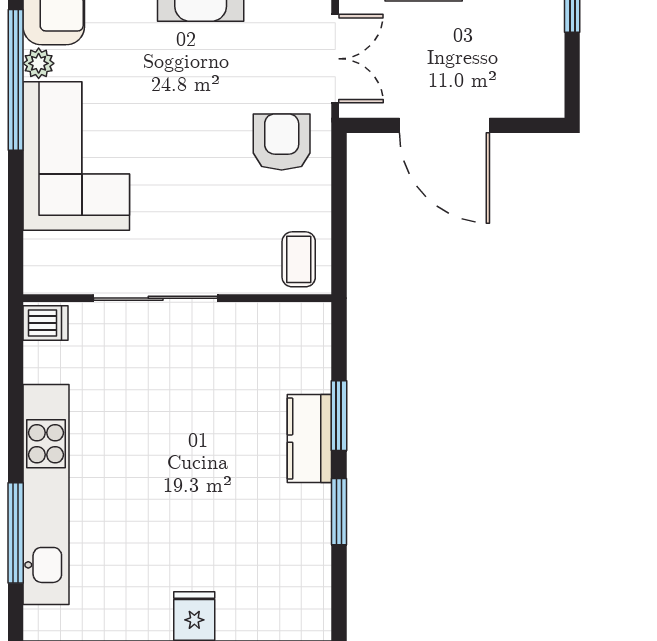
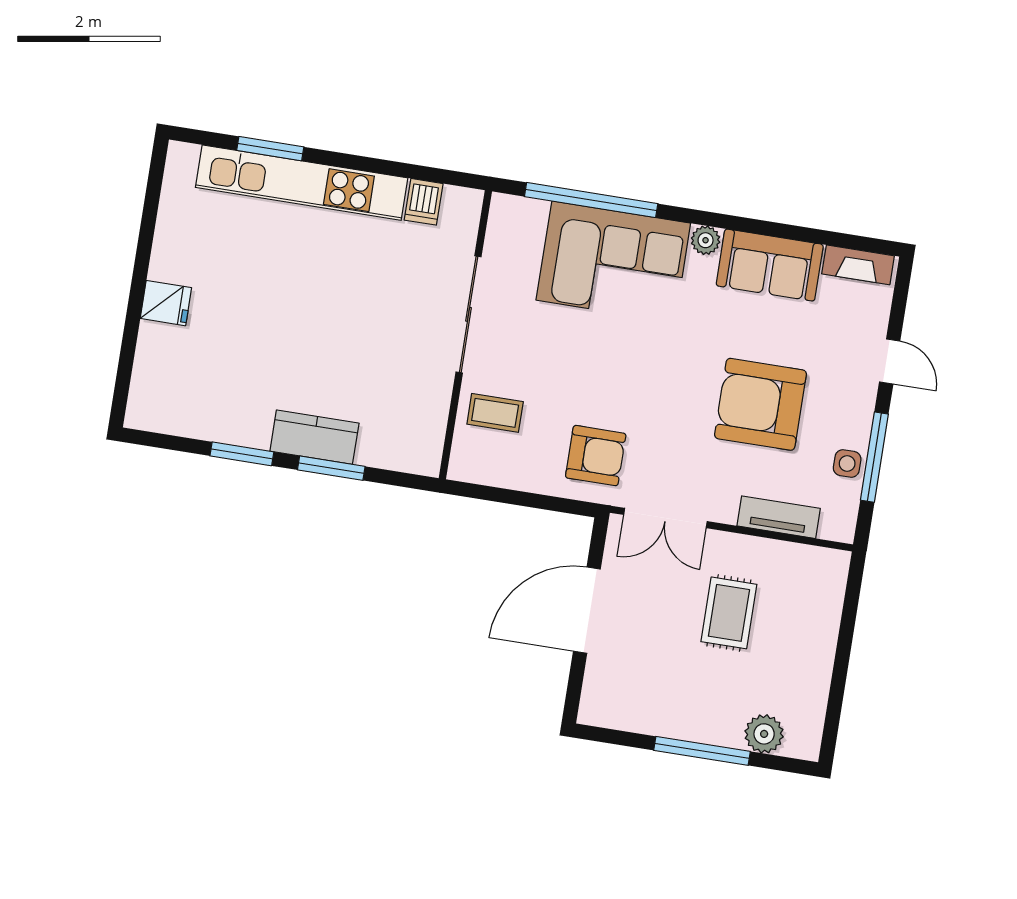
window: (16, 80) -> (591, 200), moved
coffee table: (299, 259) -> (495, 413), moved
dishwasher: (46, 323) -> (424, 202), moved
window: (16, 533) -> (270, 149), width x0.69

